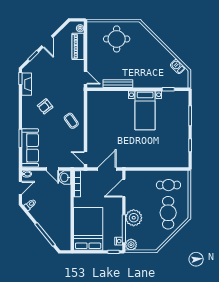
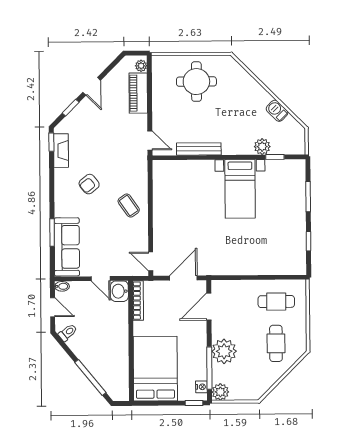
barbecue: (178, 66) -> (277, 111), moved
plant: (160, 82) -> (262, 147), added
door: (20, 188) -> (53, 307), hinge flipped
cafe table: (168, 213) -> (276, 343), width x0.73, depth x0.74

